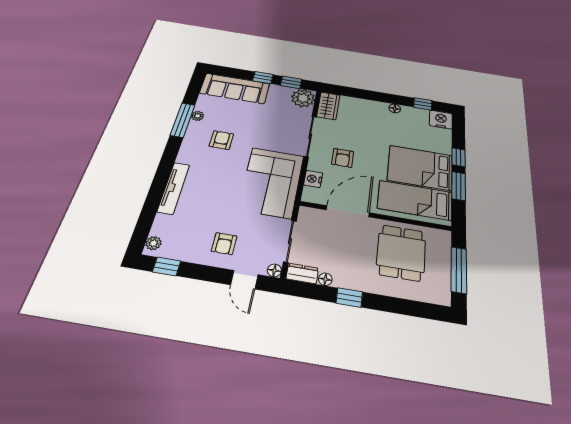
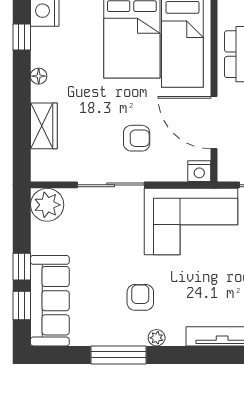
window: (291, 82) -> (22, 305), moved
wardrobe: (328, 106) -> (44, 126), moved, turned 90
plant: (198, 116) -> (157, 338), moved
armchair: (221, 140) -> (140, 297), turned 90
nightstand: (313, 179) -> (199, 171), moved

